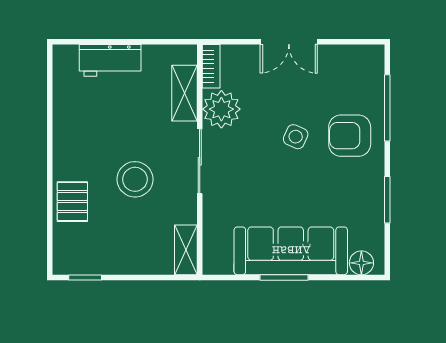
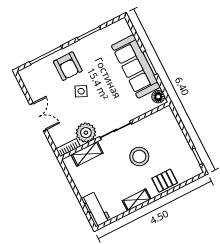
workbench: (110, 60) -> (96, 209), moved
shelving: (186, 250) -> (137, 200), moved
floor lamp: (361, 263) -> (158, 97), moved

